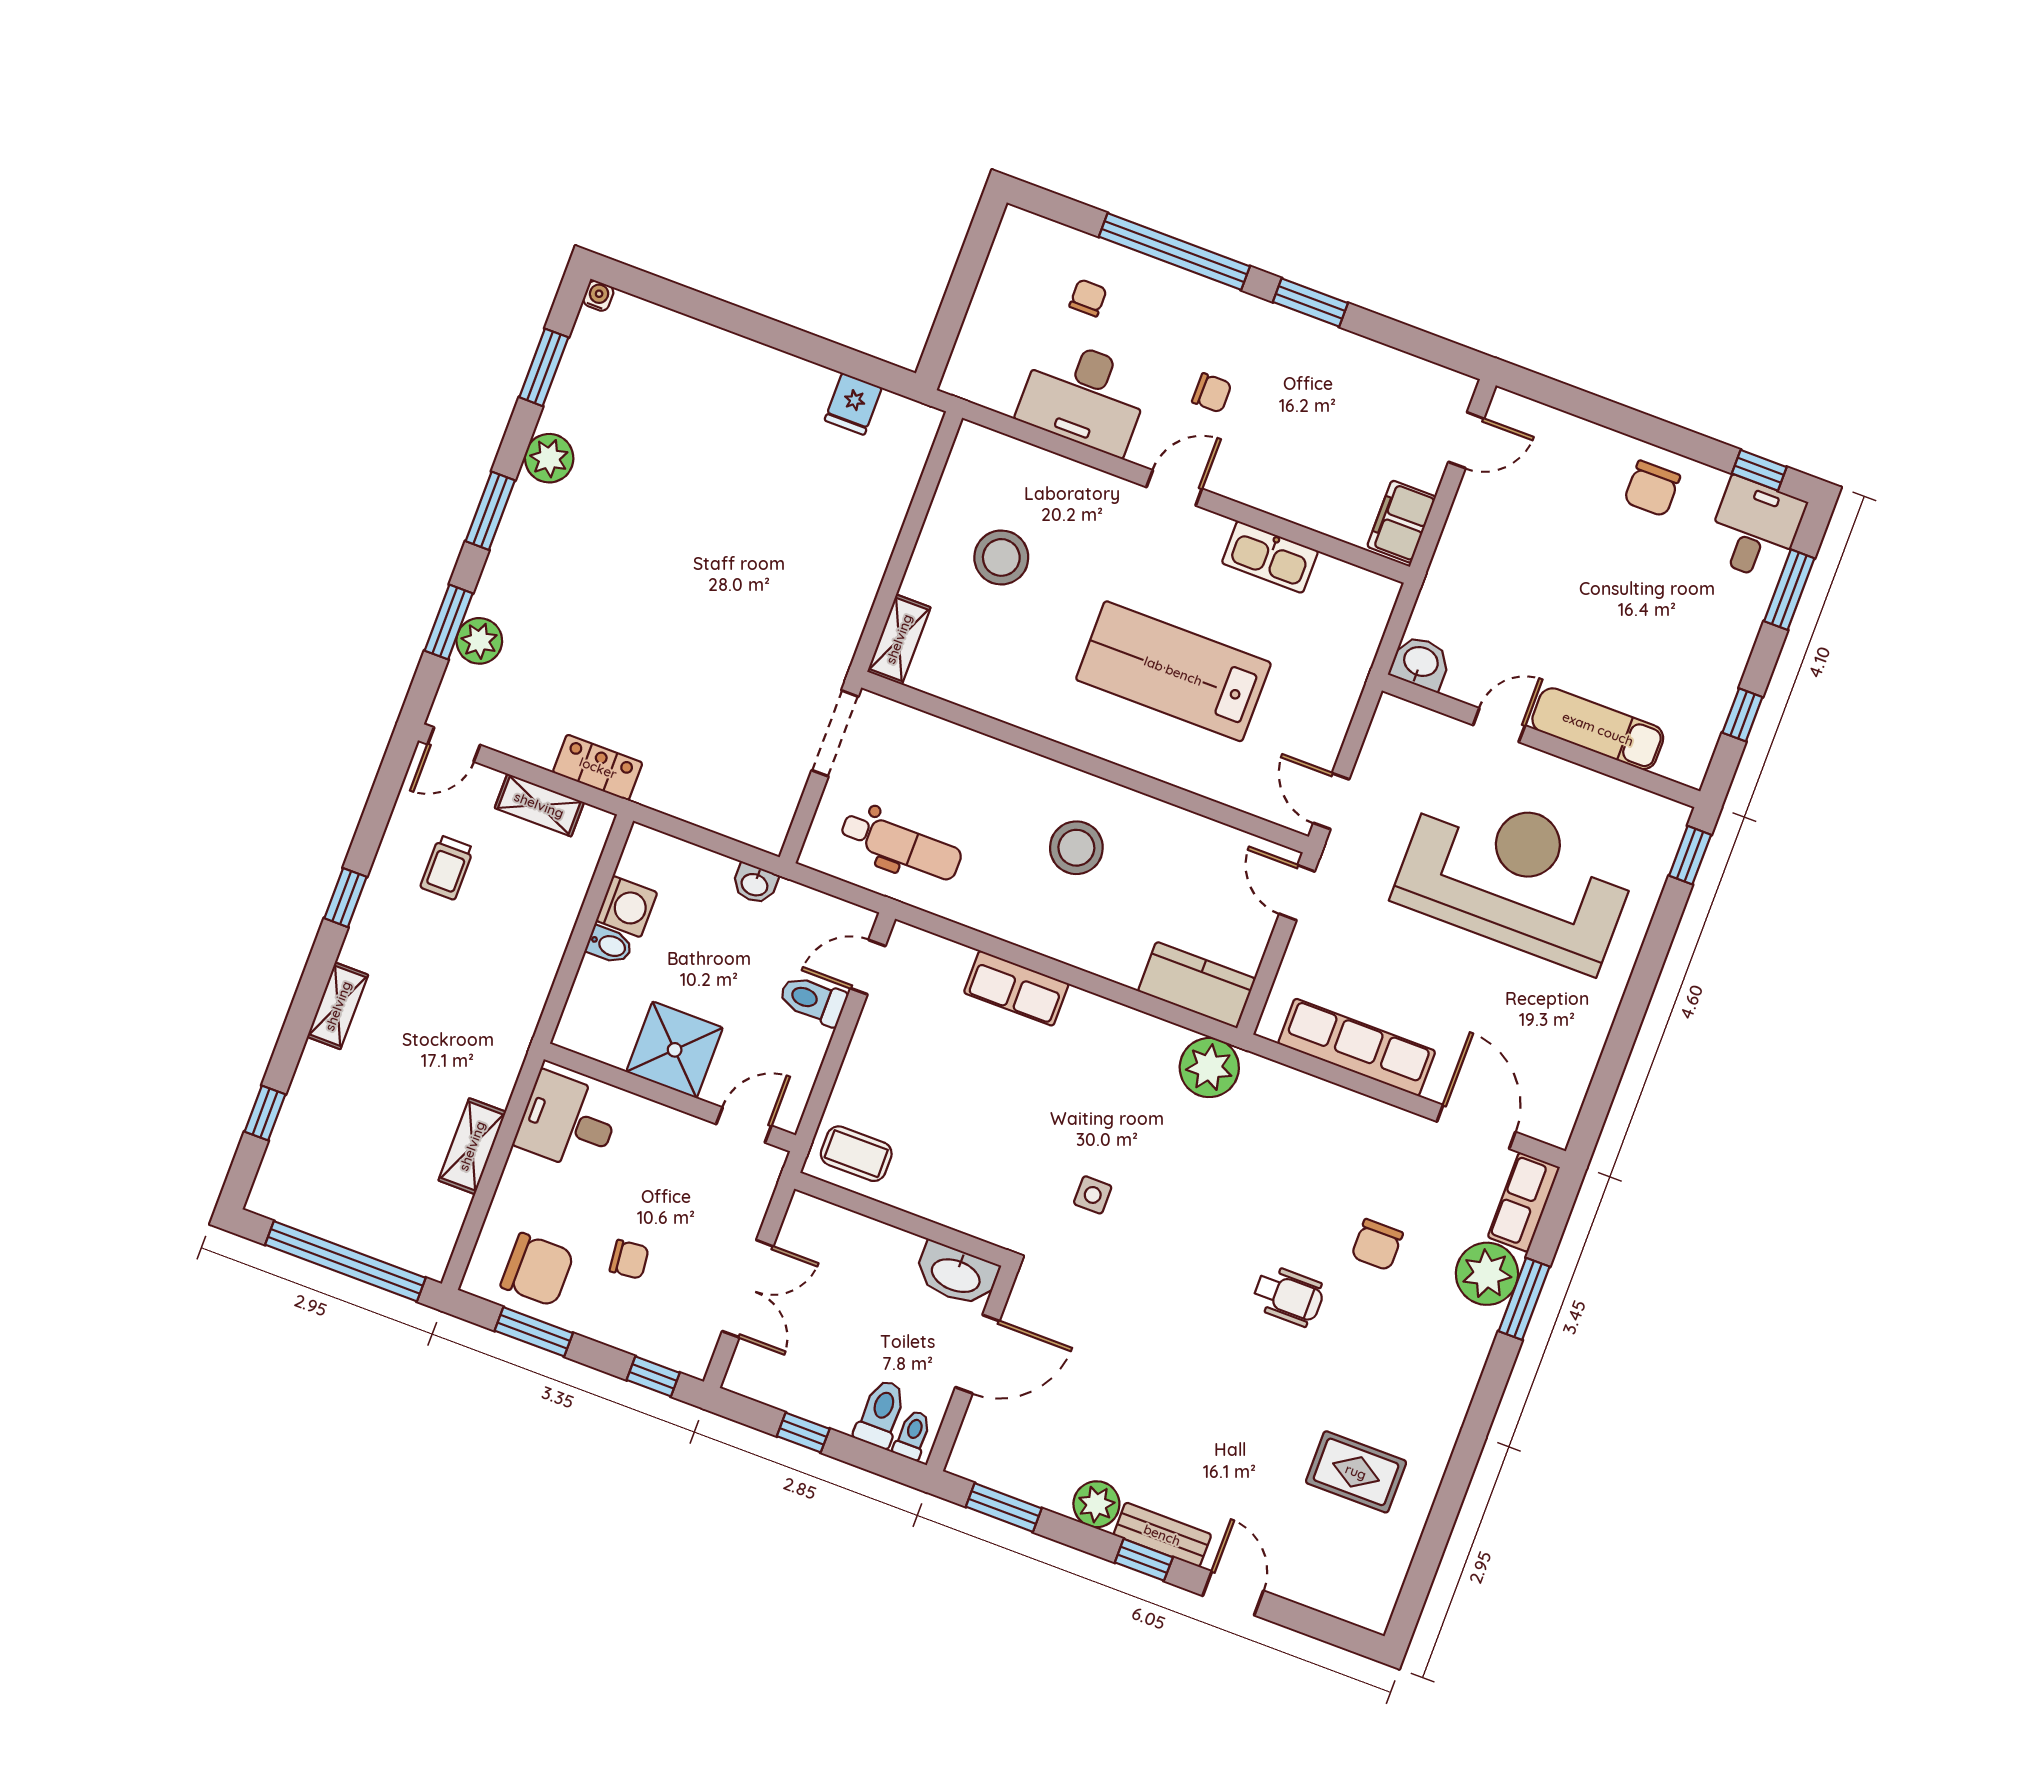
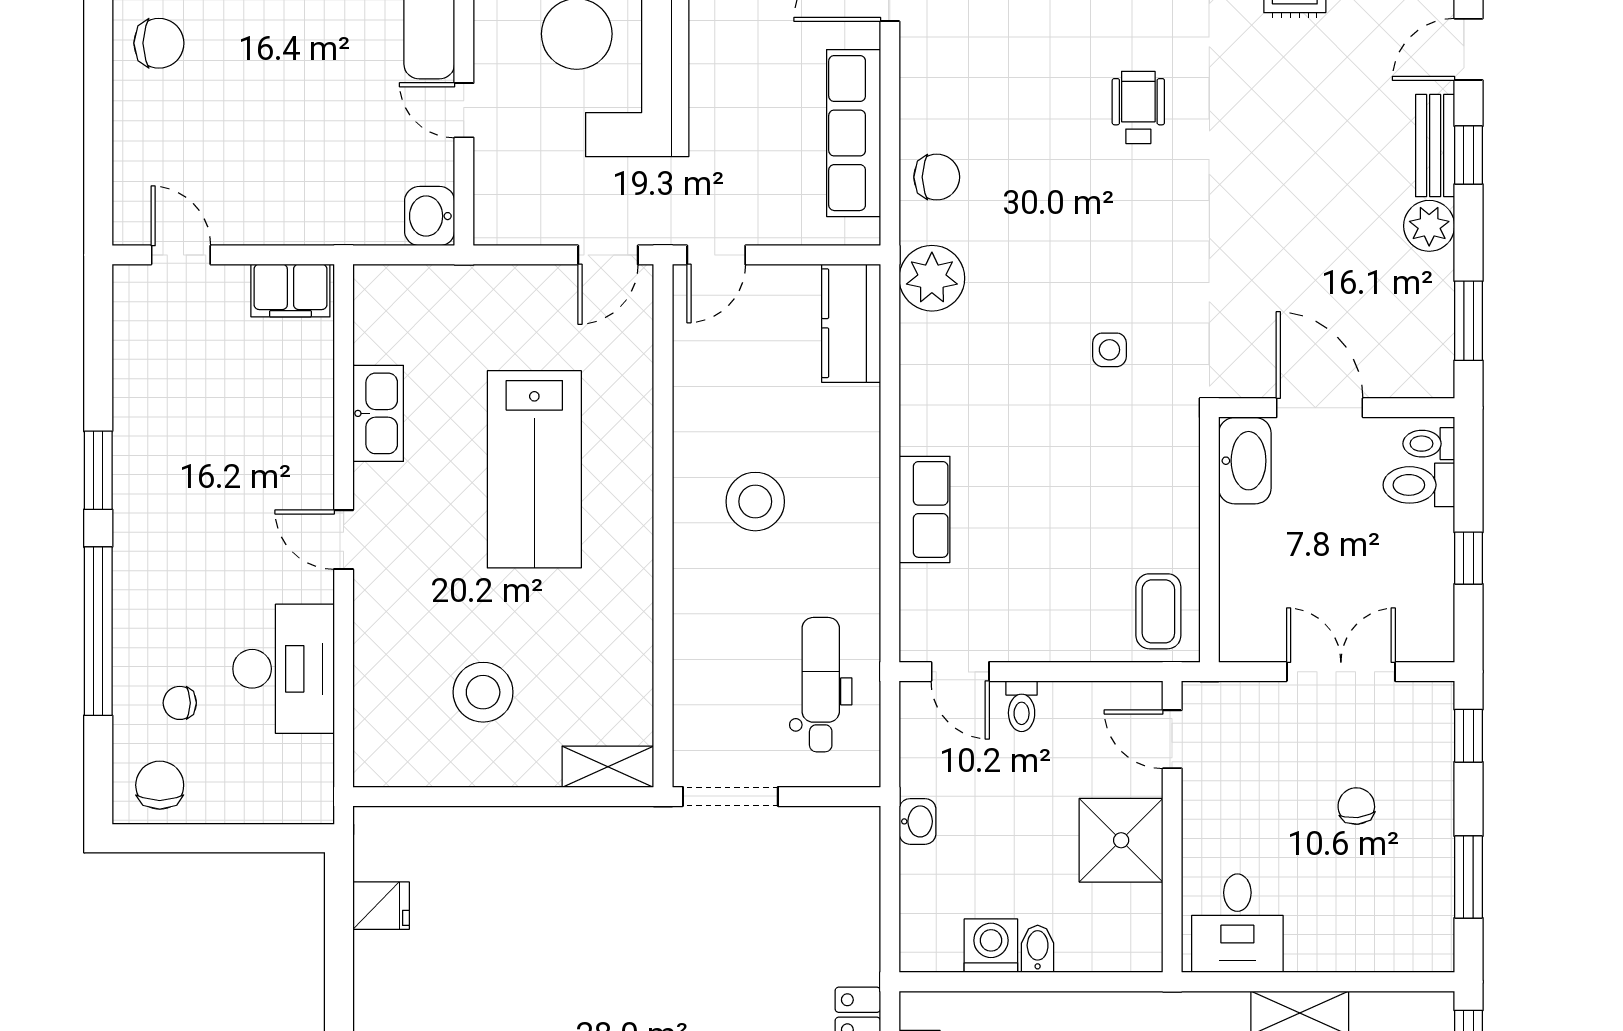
chair: (1212, 393) -> (160, 785), moved, width x1.37, depth x1.37
toilet: (813, 1000) -> (1022, 706), width x0.73, depth x0.72
chair: (1377, 1245) -> (937, 177), moved
chair: (537, 1270) -> (1403, 897), removed

